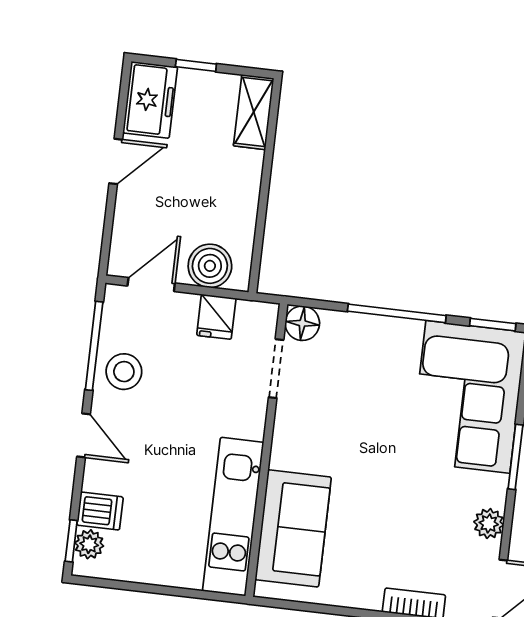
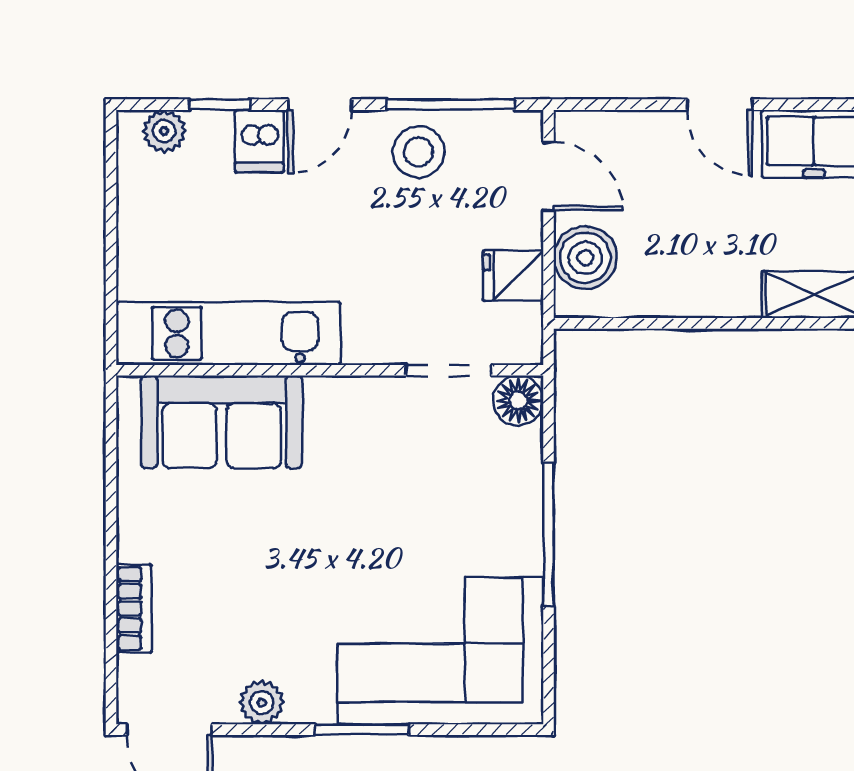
window: (493, 325) -> (548, 675), removed
dishwasher: (100, 511) -> (259, 141), moved
window: (71, 541) -> (219, 105), moved

